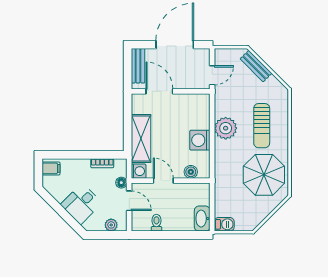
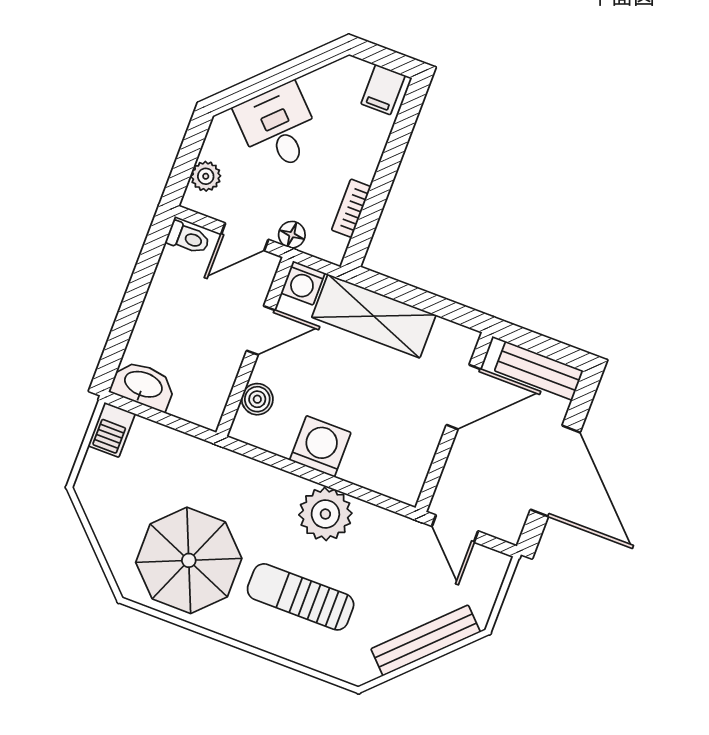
bench: (256, 66) -> (426, 640), width x1.36
toilet: (156, 223) -> (188, 238), moved

